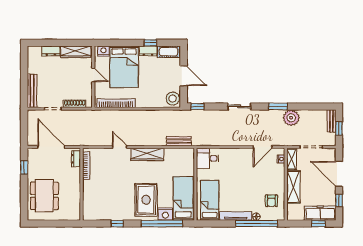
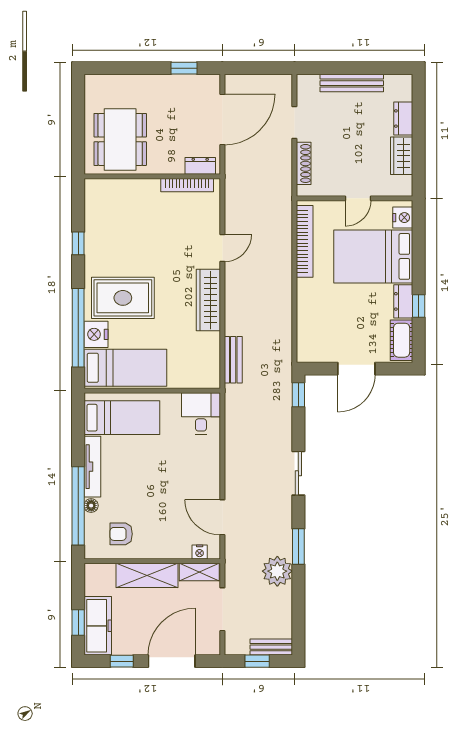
wardrobe: (76, 52) -> (402, 156), width x0.67
bench: (32, 91) -> (352, 83), moved
stool: (173, 99) -> (313, 348), removed
dining table: (44, 196) -> (120, 139), moved, turned 90

